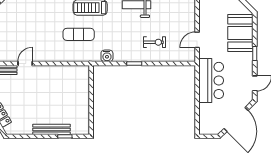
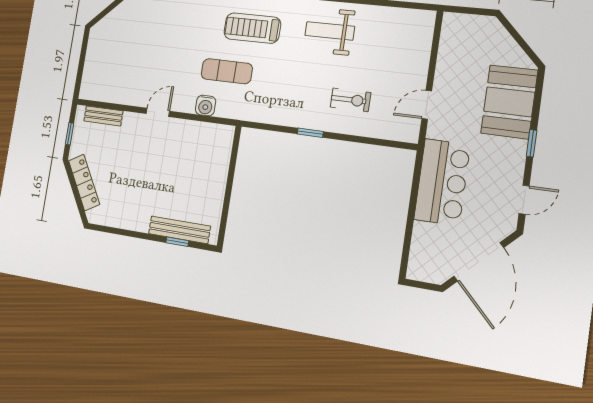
water cooler: (107, 56) -> (206, 106), moved
door: (25, 63) -> (158, 112), moved
bench: (51, 129) -> (179, 230), moved

